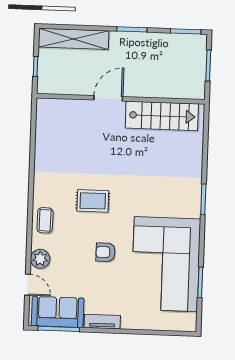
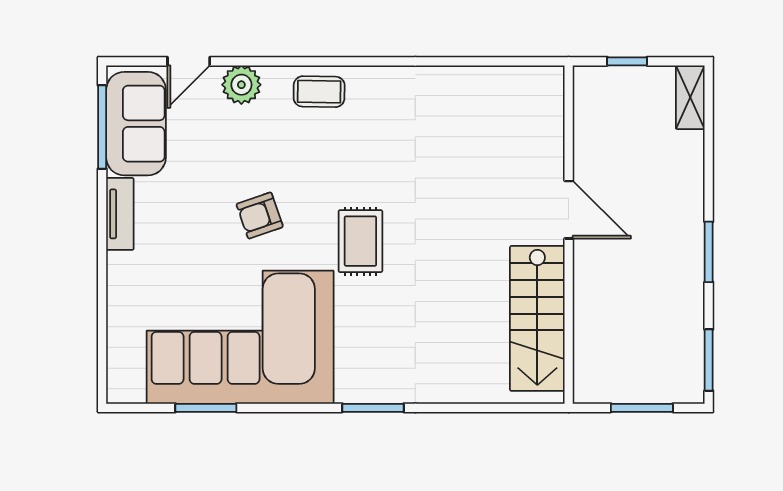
shelving: (74, 39) -> (690, 97), width x0.45, depth x0.75
rug: (93, 201) -> (360, 241), moved
armchair: (106, 252) -> (260, 215), turned -109

